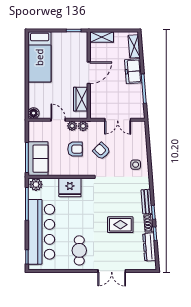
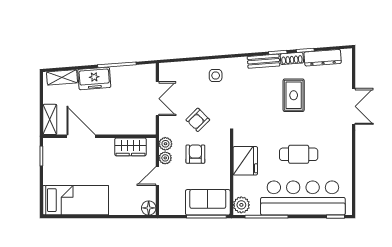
door: (89, 73) -> (81, 136), moved
cafe table: (79, 250) -> (299, 154), moved

